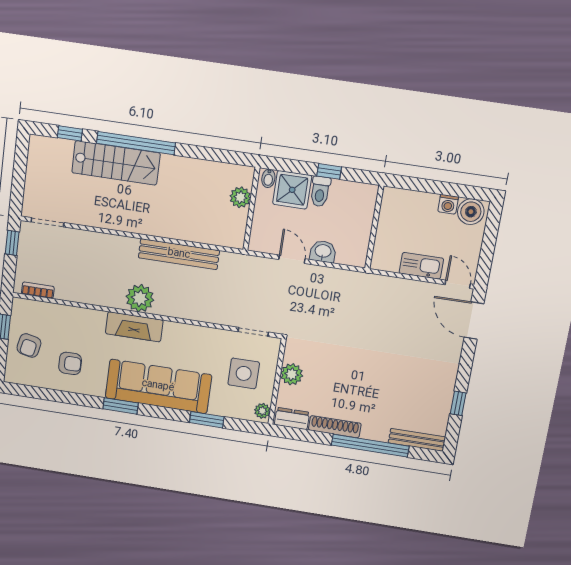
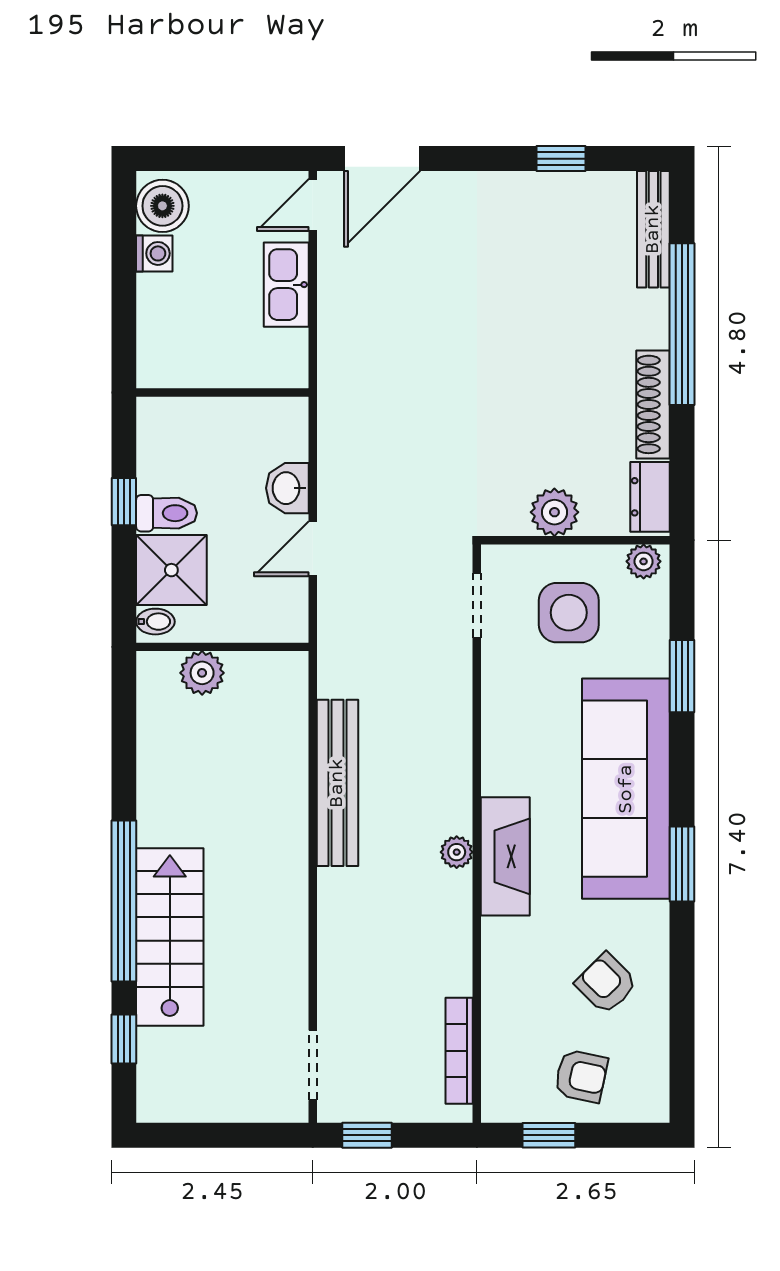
bookcase: (38, 290) -> (459, 1051), width x1.56
plant: (140, 298) -> (457, 852), width x0.53, depth x0.53
armchair: (70, 363) -> (606, 983), turned -45

